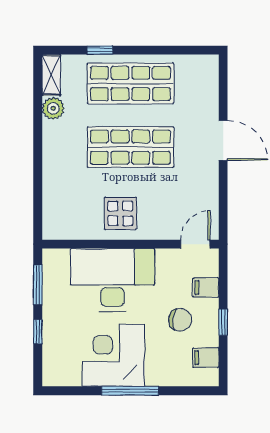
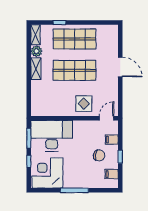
shelving: (52, 144) -> (36, 69), added
display table: (120, 213) -> (84, 104), moved
desk: (112, 280) -> (52, 136), moved
corner desk: (113, 355) -> (47, 173), moved

